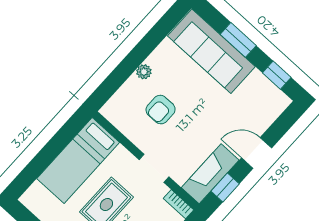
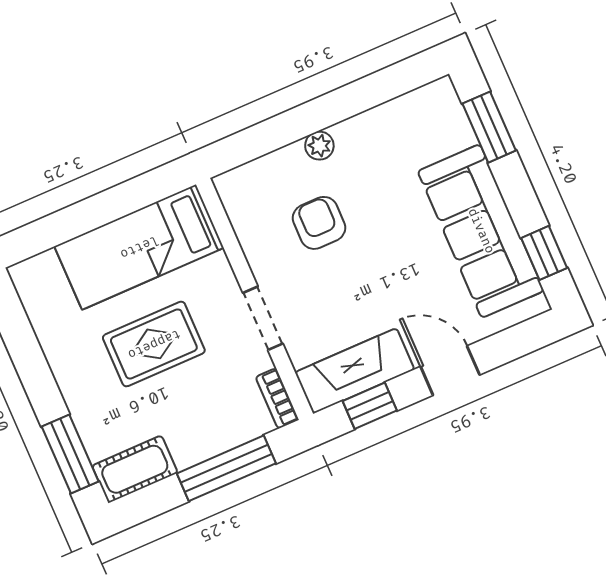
window: (238, 40) -> (489, 127), moved
sofa: (211, 51) -> (481, 231), moved
armchair: (161, 110) -> (319, 223), turned 90

